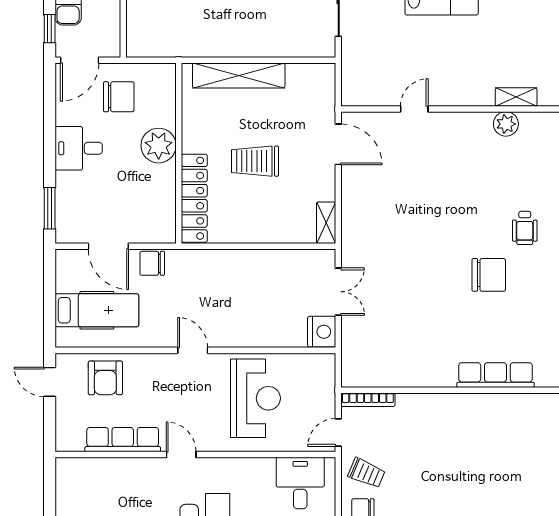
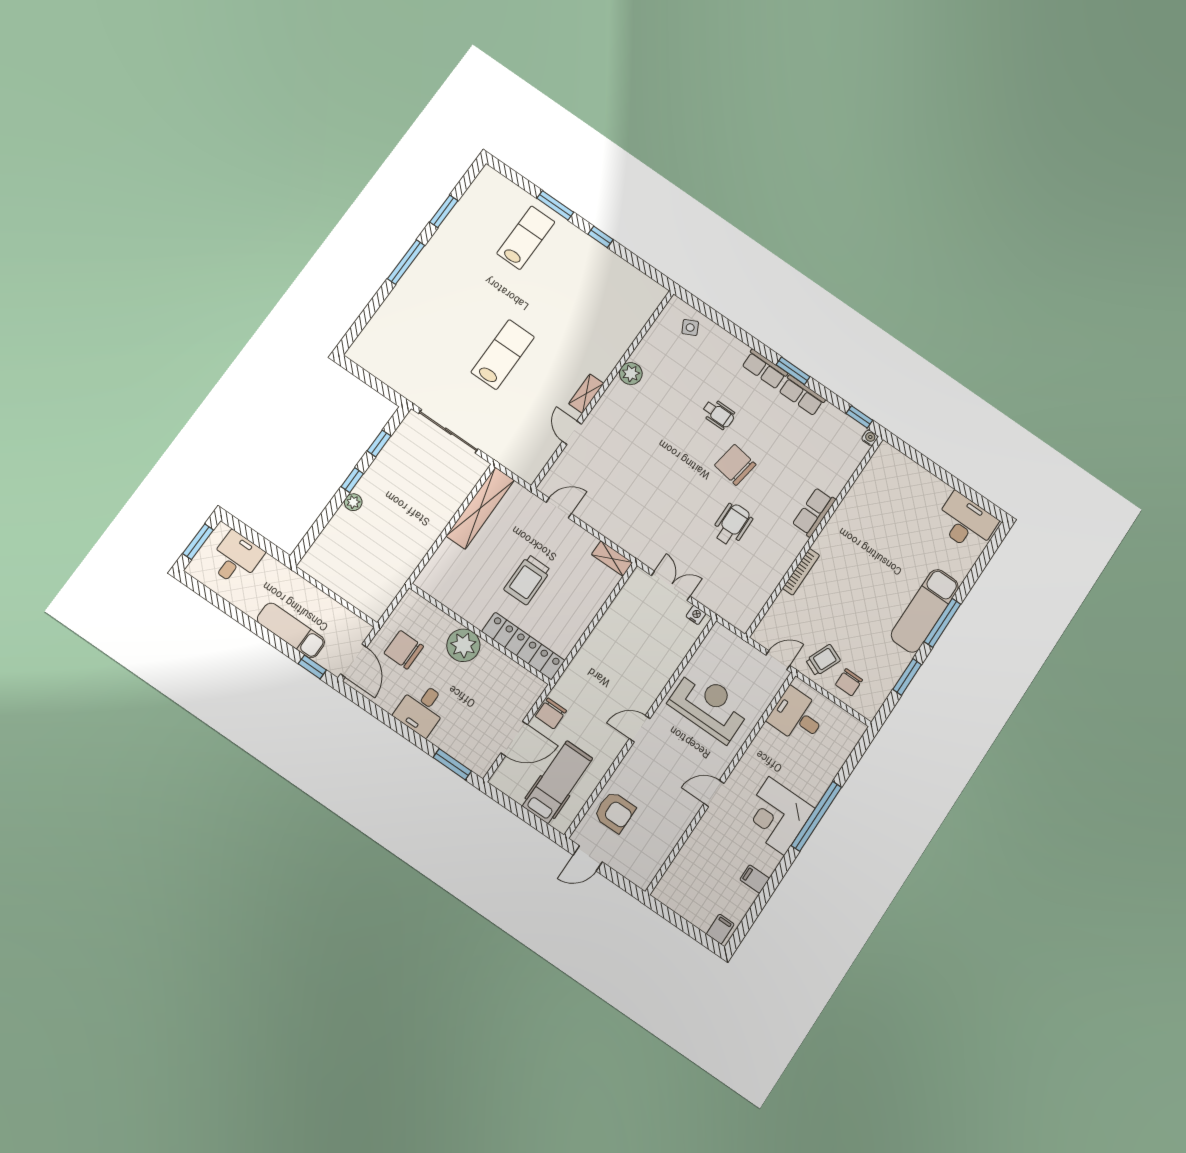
shelving: (239, 75) -> (480, 508), moved
chair: (119, 97) -> (404, 650), turned -90
shelving: (516, 97) -> (586, 394), moved
door: (338, 144) -> (559, 508), width x0.73
chair: (489, 275) -> (735, 465), turned -81
wheelchair: (432, 309) -> (732, 524), added
nightstand: (322, 332) -> (696, 615), width x0.53, depth x0.56
row of seats: (495, 375) -> (814, 512), width x0.68
bookcase: (368, 400) -> (801, 572), moved
door: (338, 432) -> (778, 660), swing flipped
row of seats: (123, 440) -> (672, 831), removed

